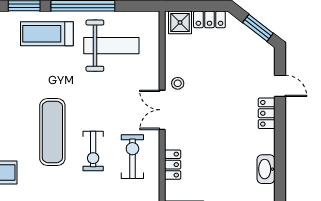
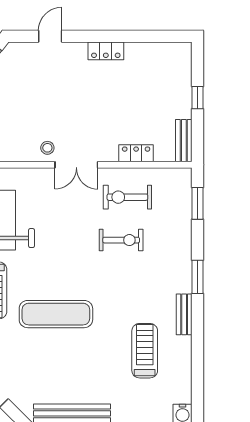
locker: (267, 113) -> (106, 51), moved
exercise mat: (52, 132) -> (56, 314), moved
washbasin: (266, 169) -> (141, 52), removed

